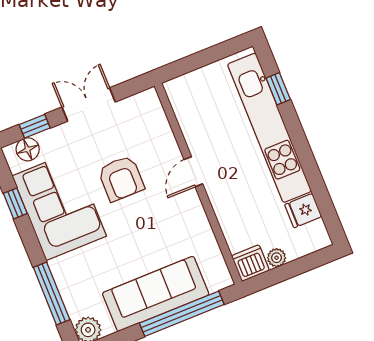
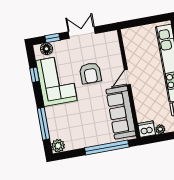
sofa: (156, 294) -> (121, 113), moved, turned -90

